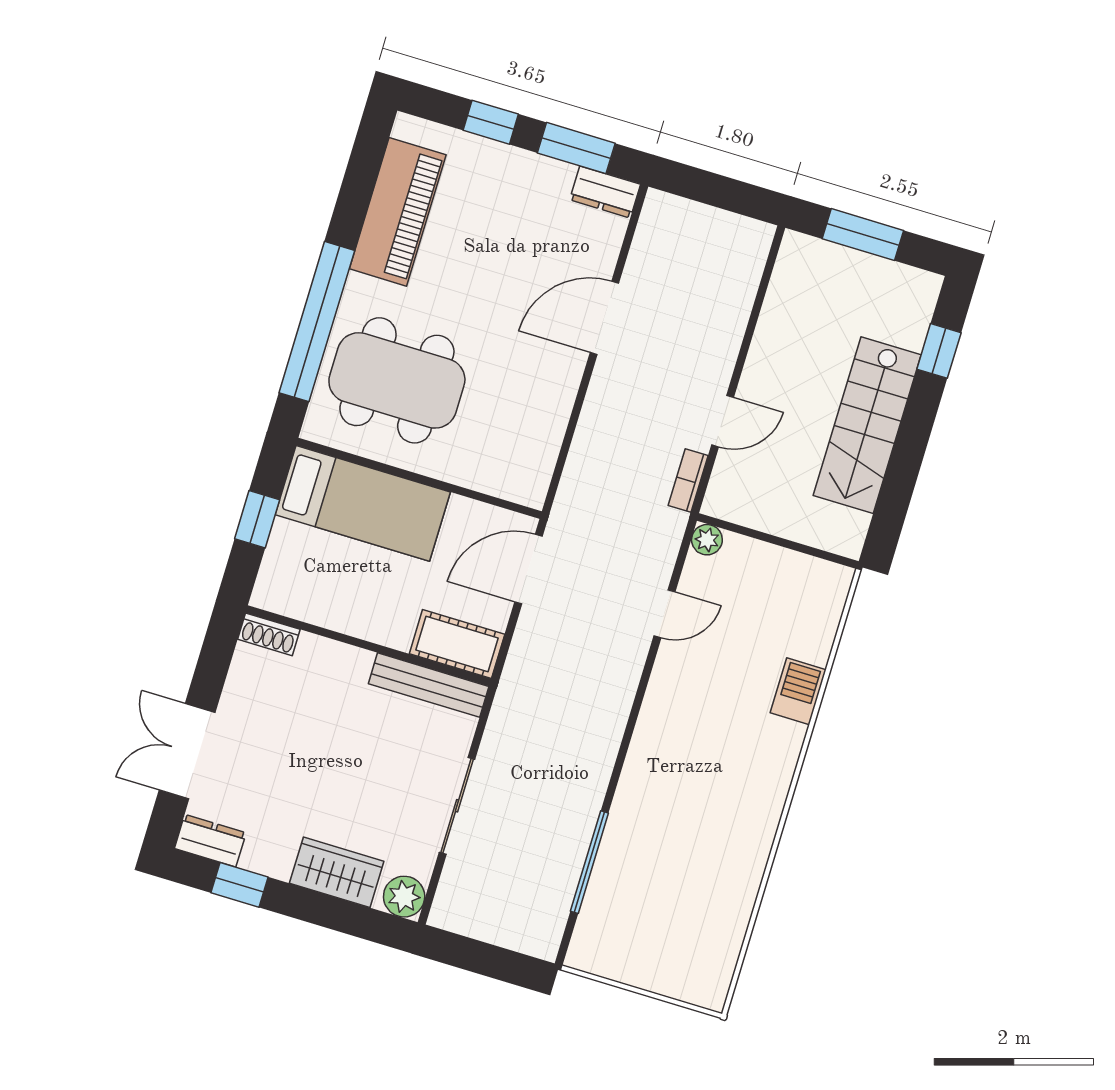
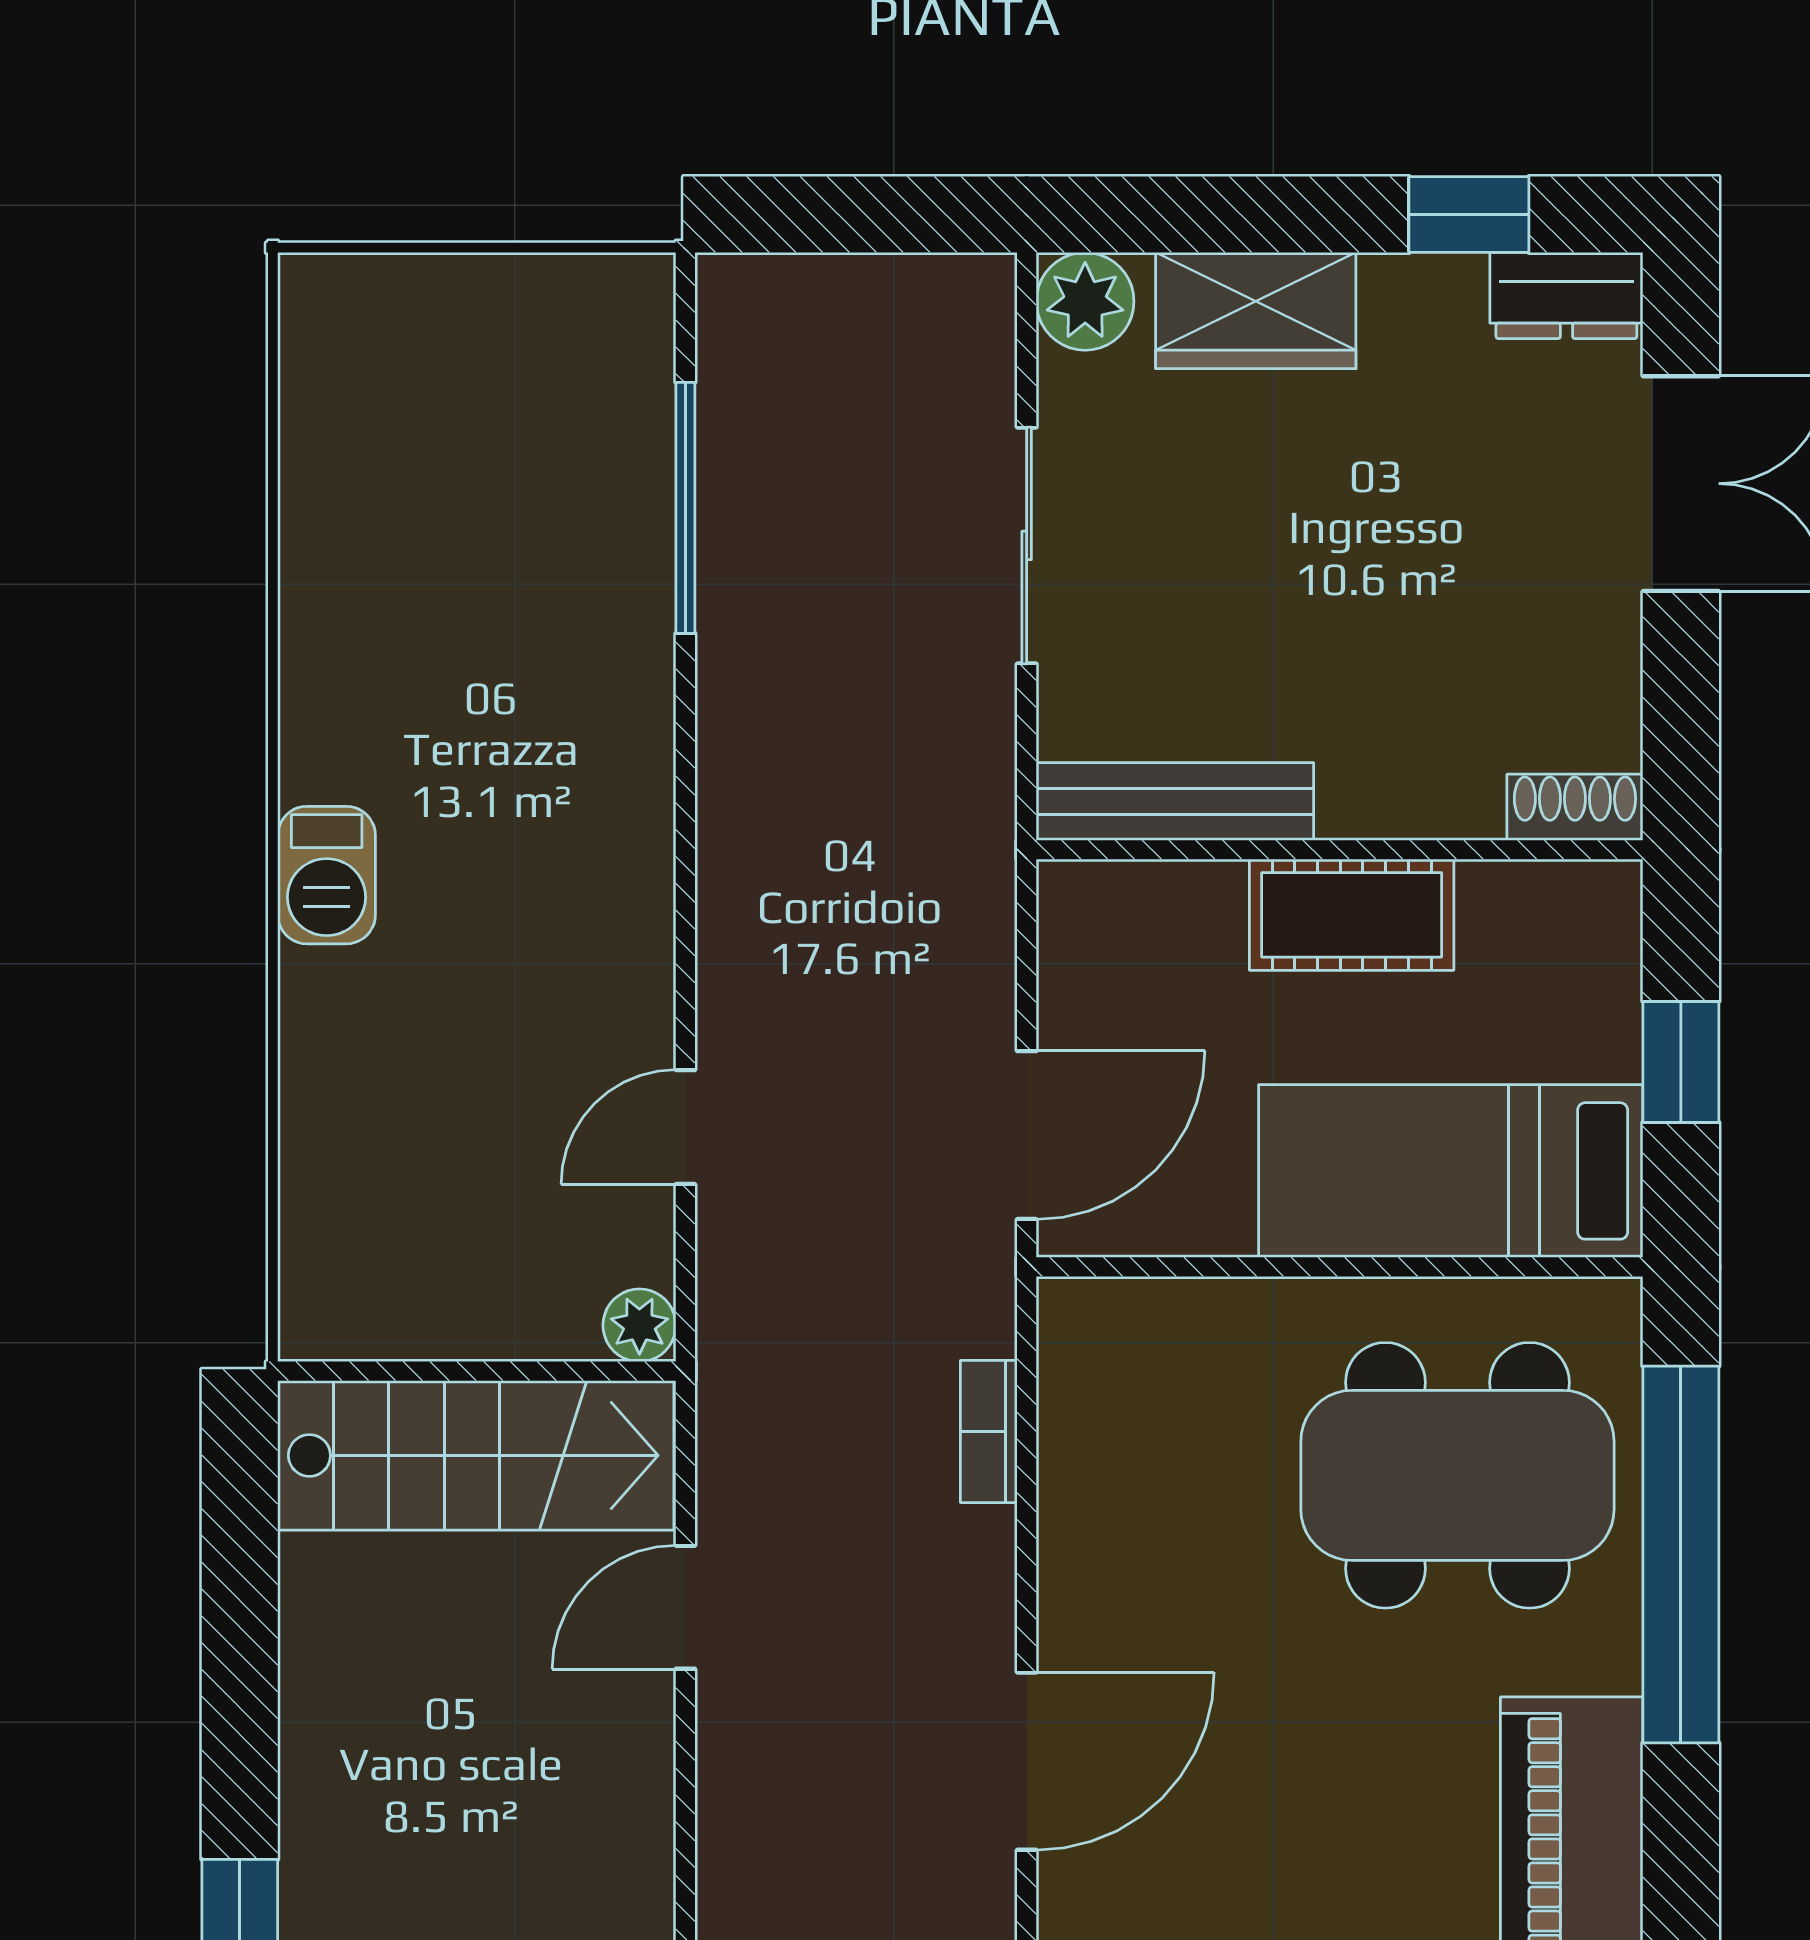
stairs: (867, 425) -> (476, 1455), moved, turned 90
bookcase: (688, 480) -> (989, 1431), moved, turned 180
cot: (457, 644) -> (1352, 915), moved
barbecue: (798, 691) -> (327, 875), moved

